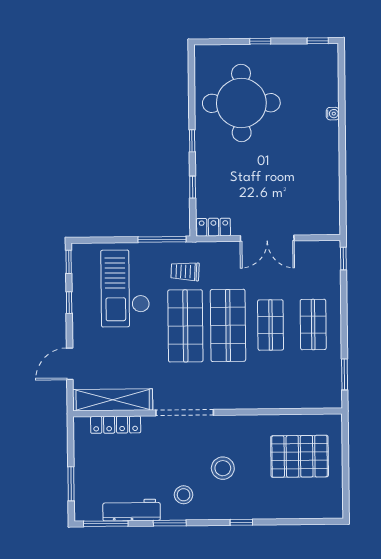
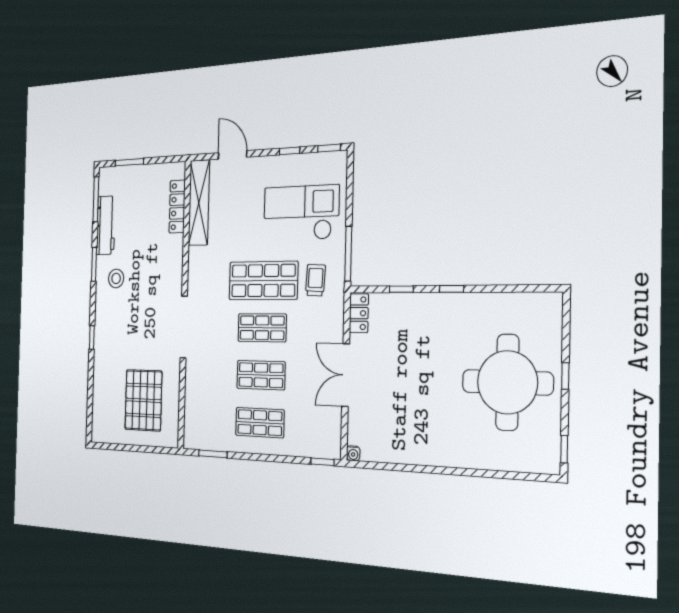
round table: (241, 103) -> (507, 382), moved
water cooler: (333, 114) -> (353, 453), moved
shop shelf: (228, 325) -> (262, 328), width x0.70, depth x0.74
doorway: (185, 413) -> (184, 327), moved
stool: (223, 468) -> (136, 319), removed

